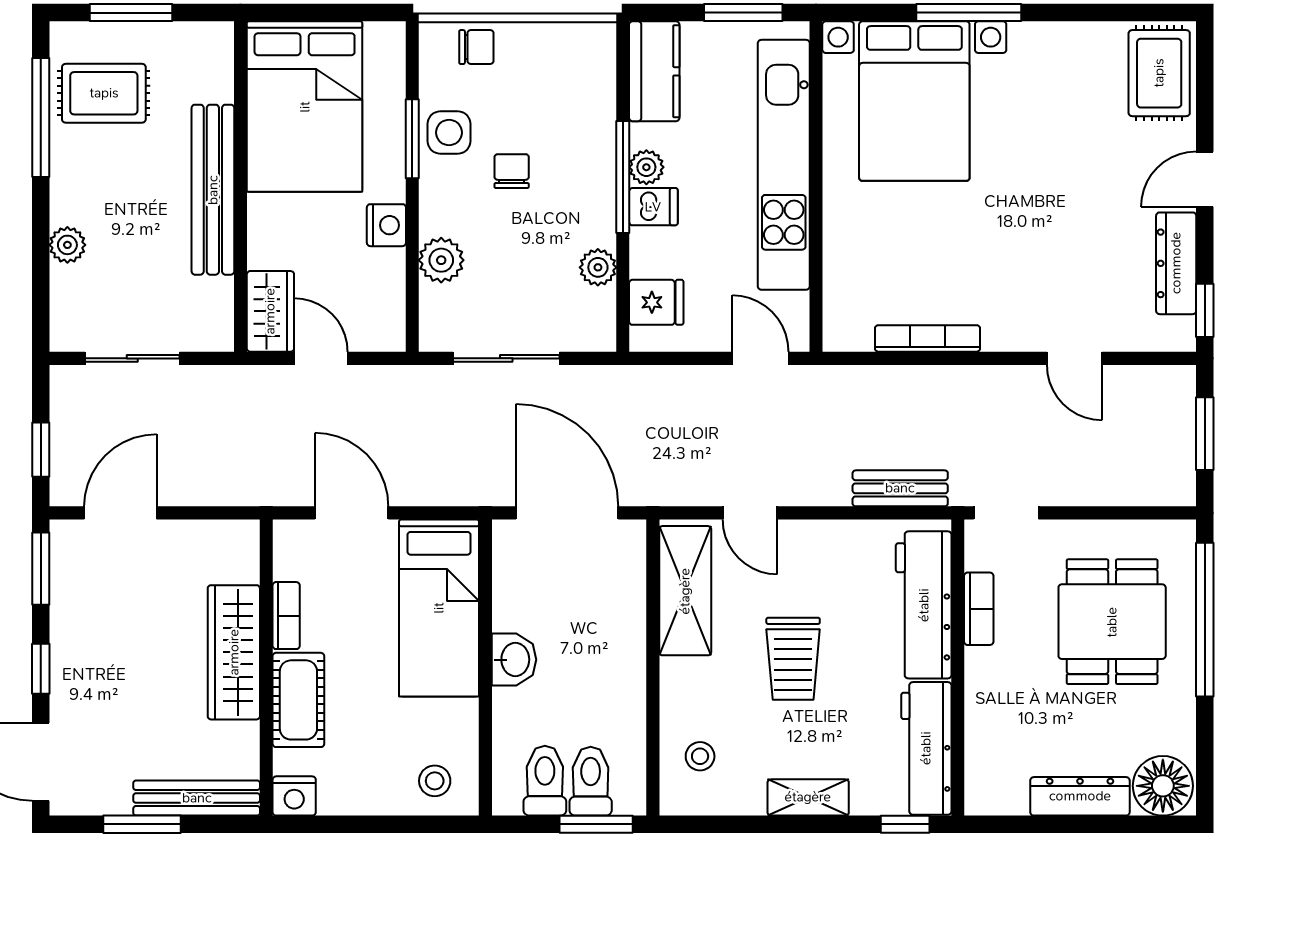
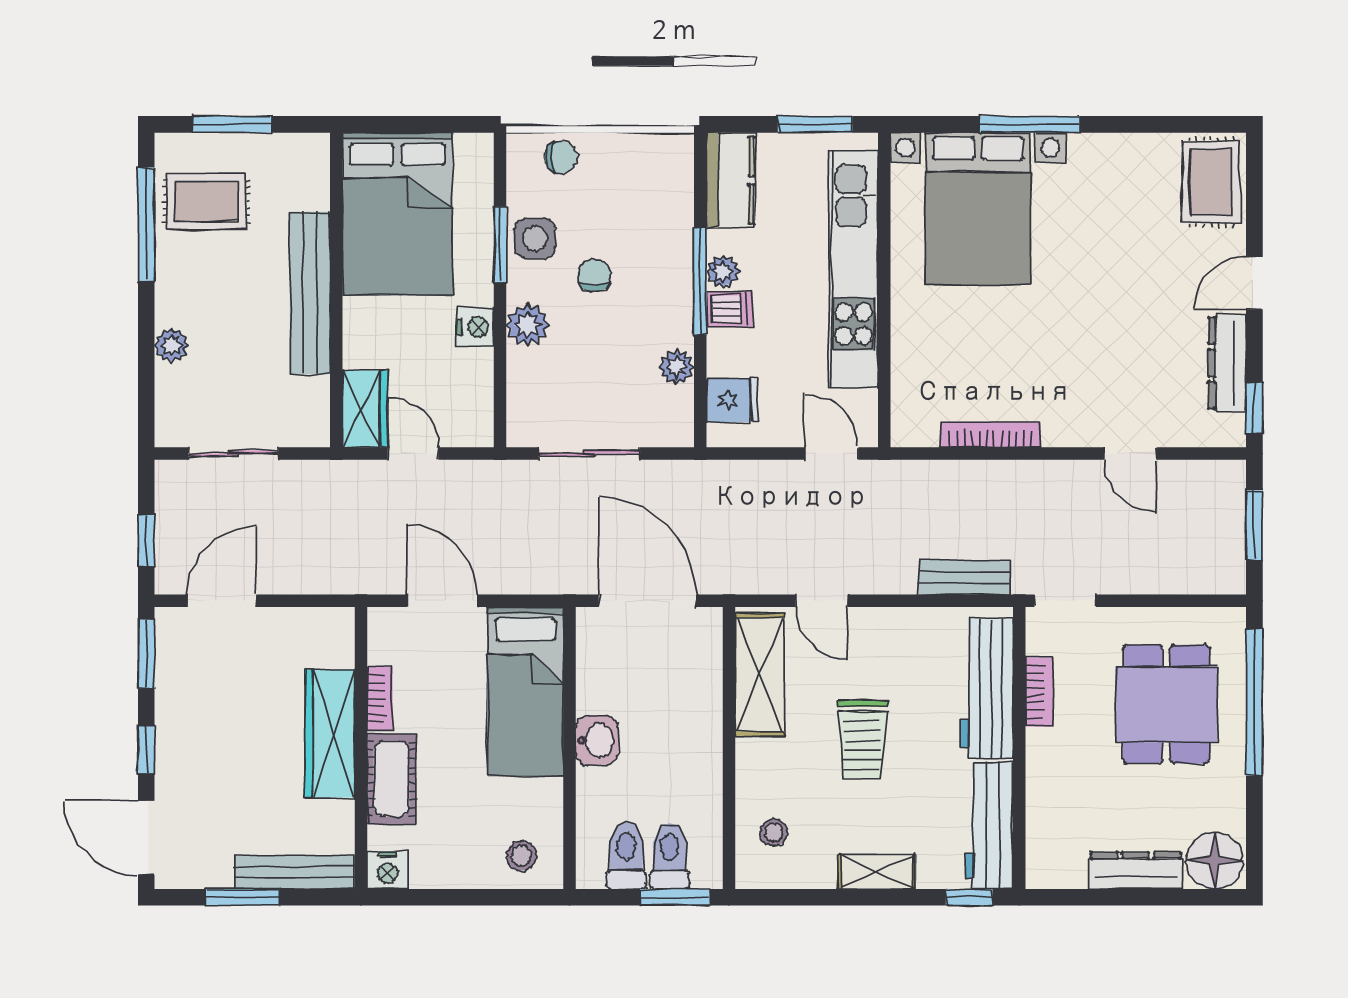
plant: (441, 260) -> (527, 325), moved

